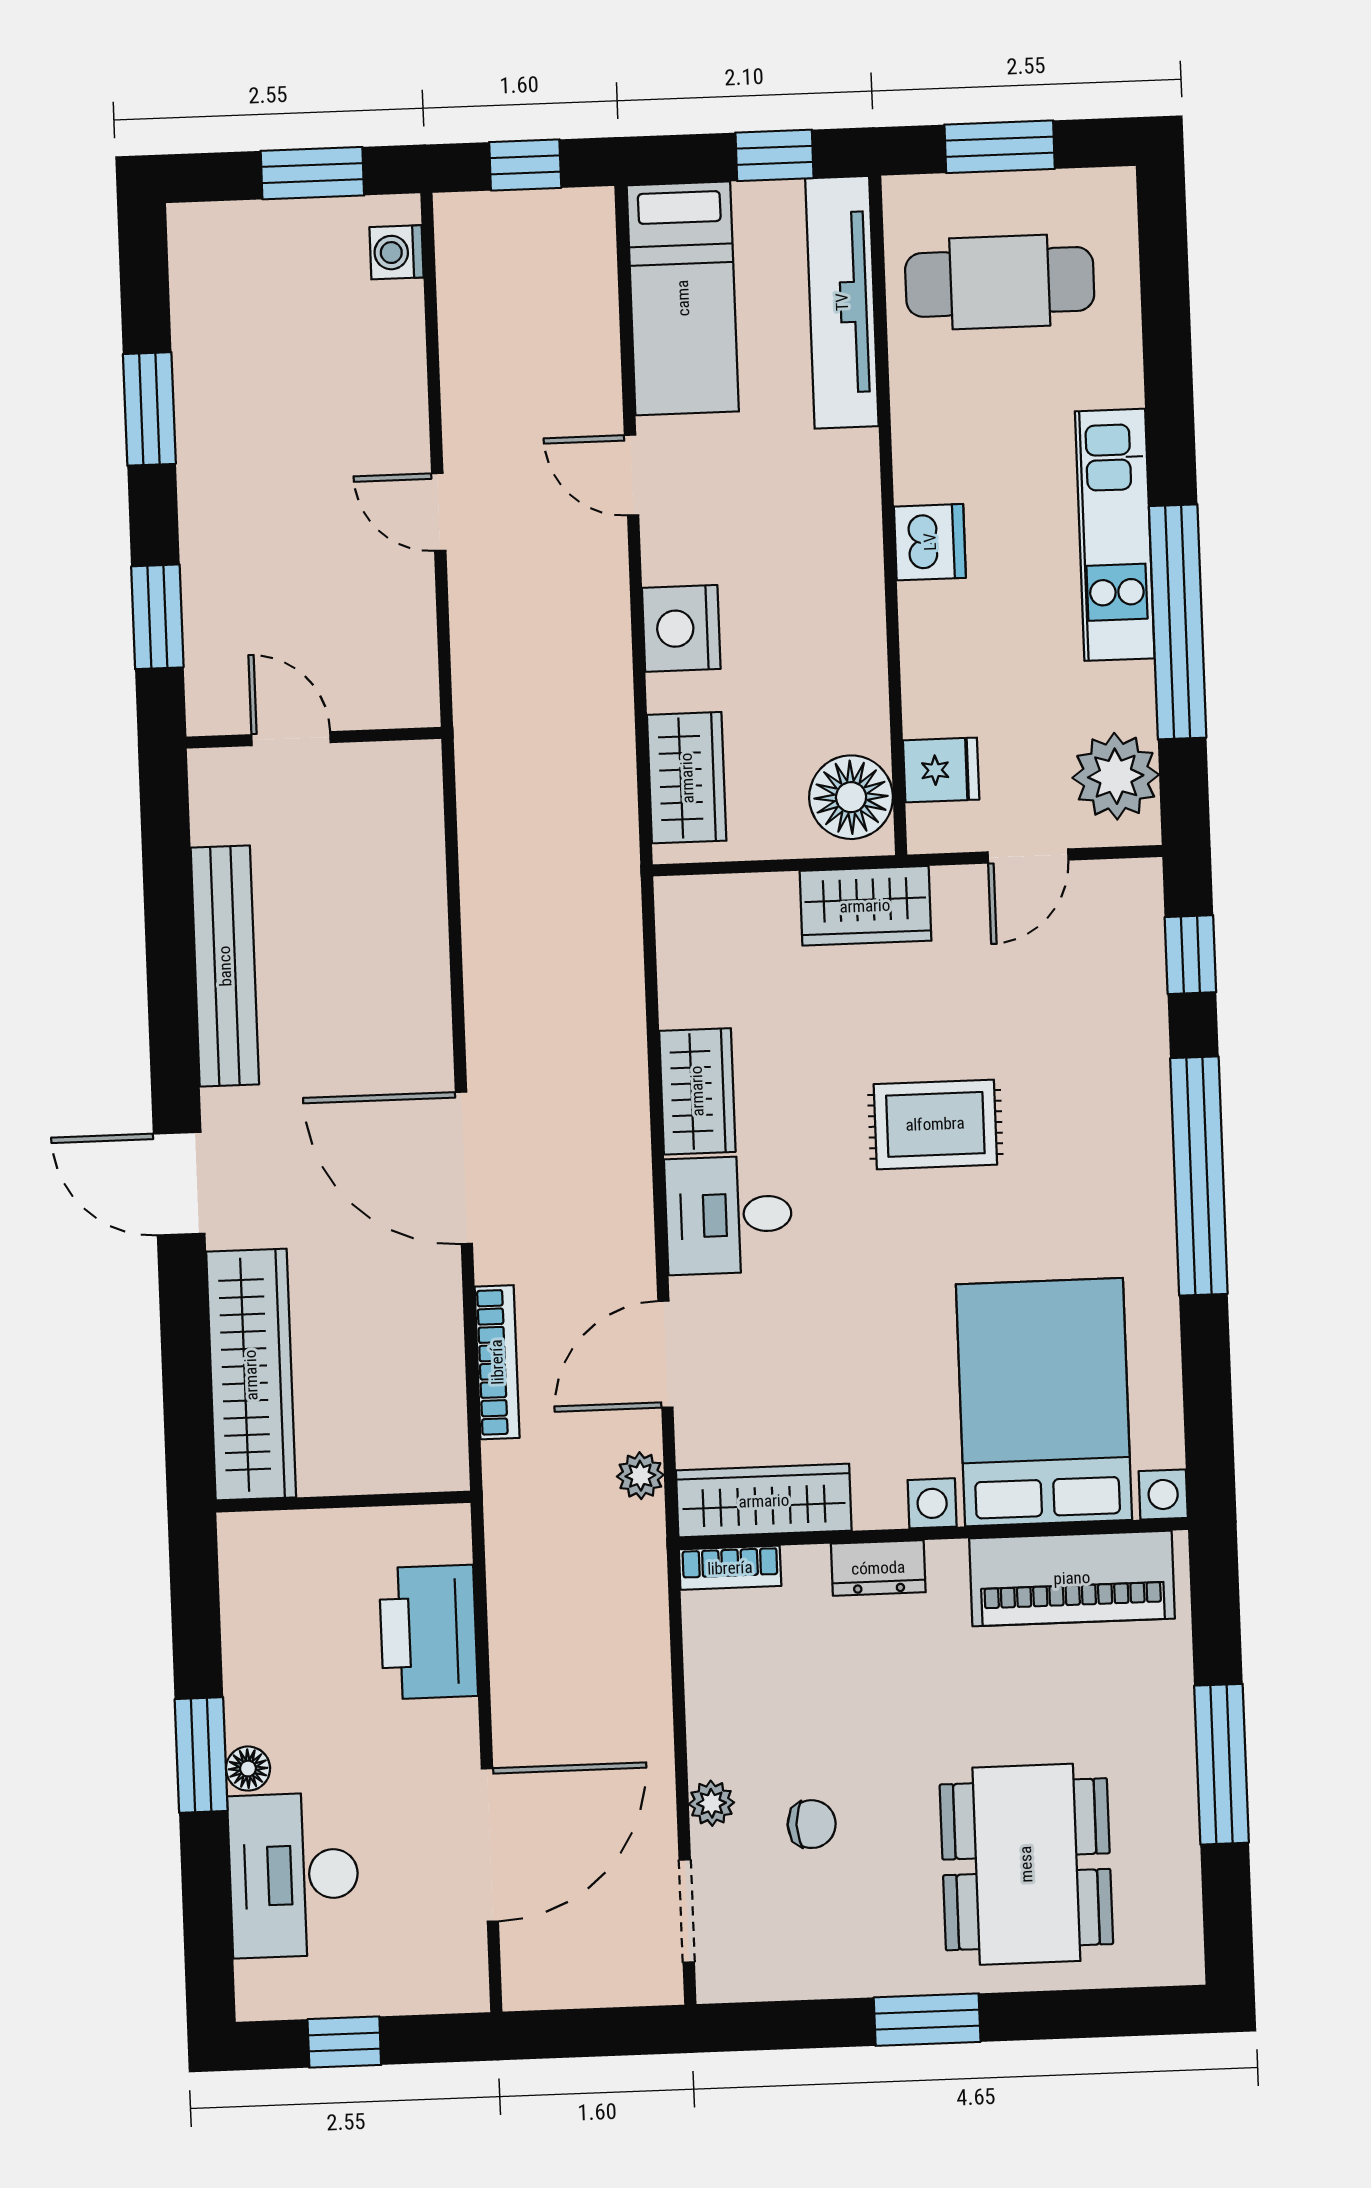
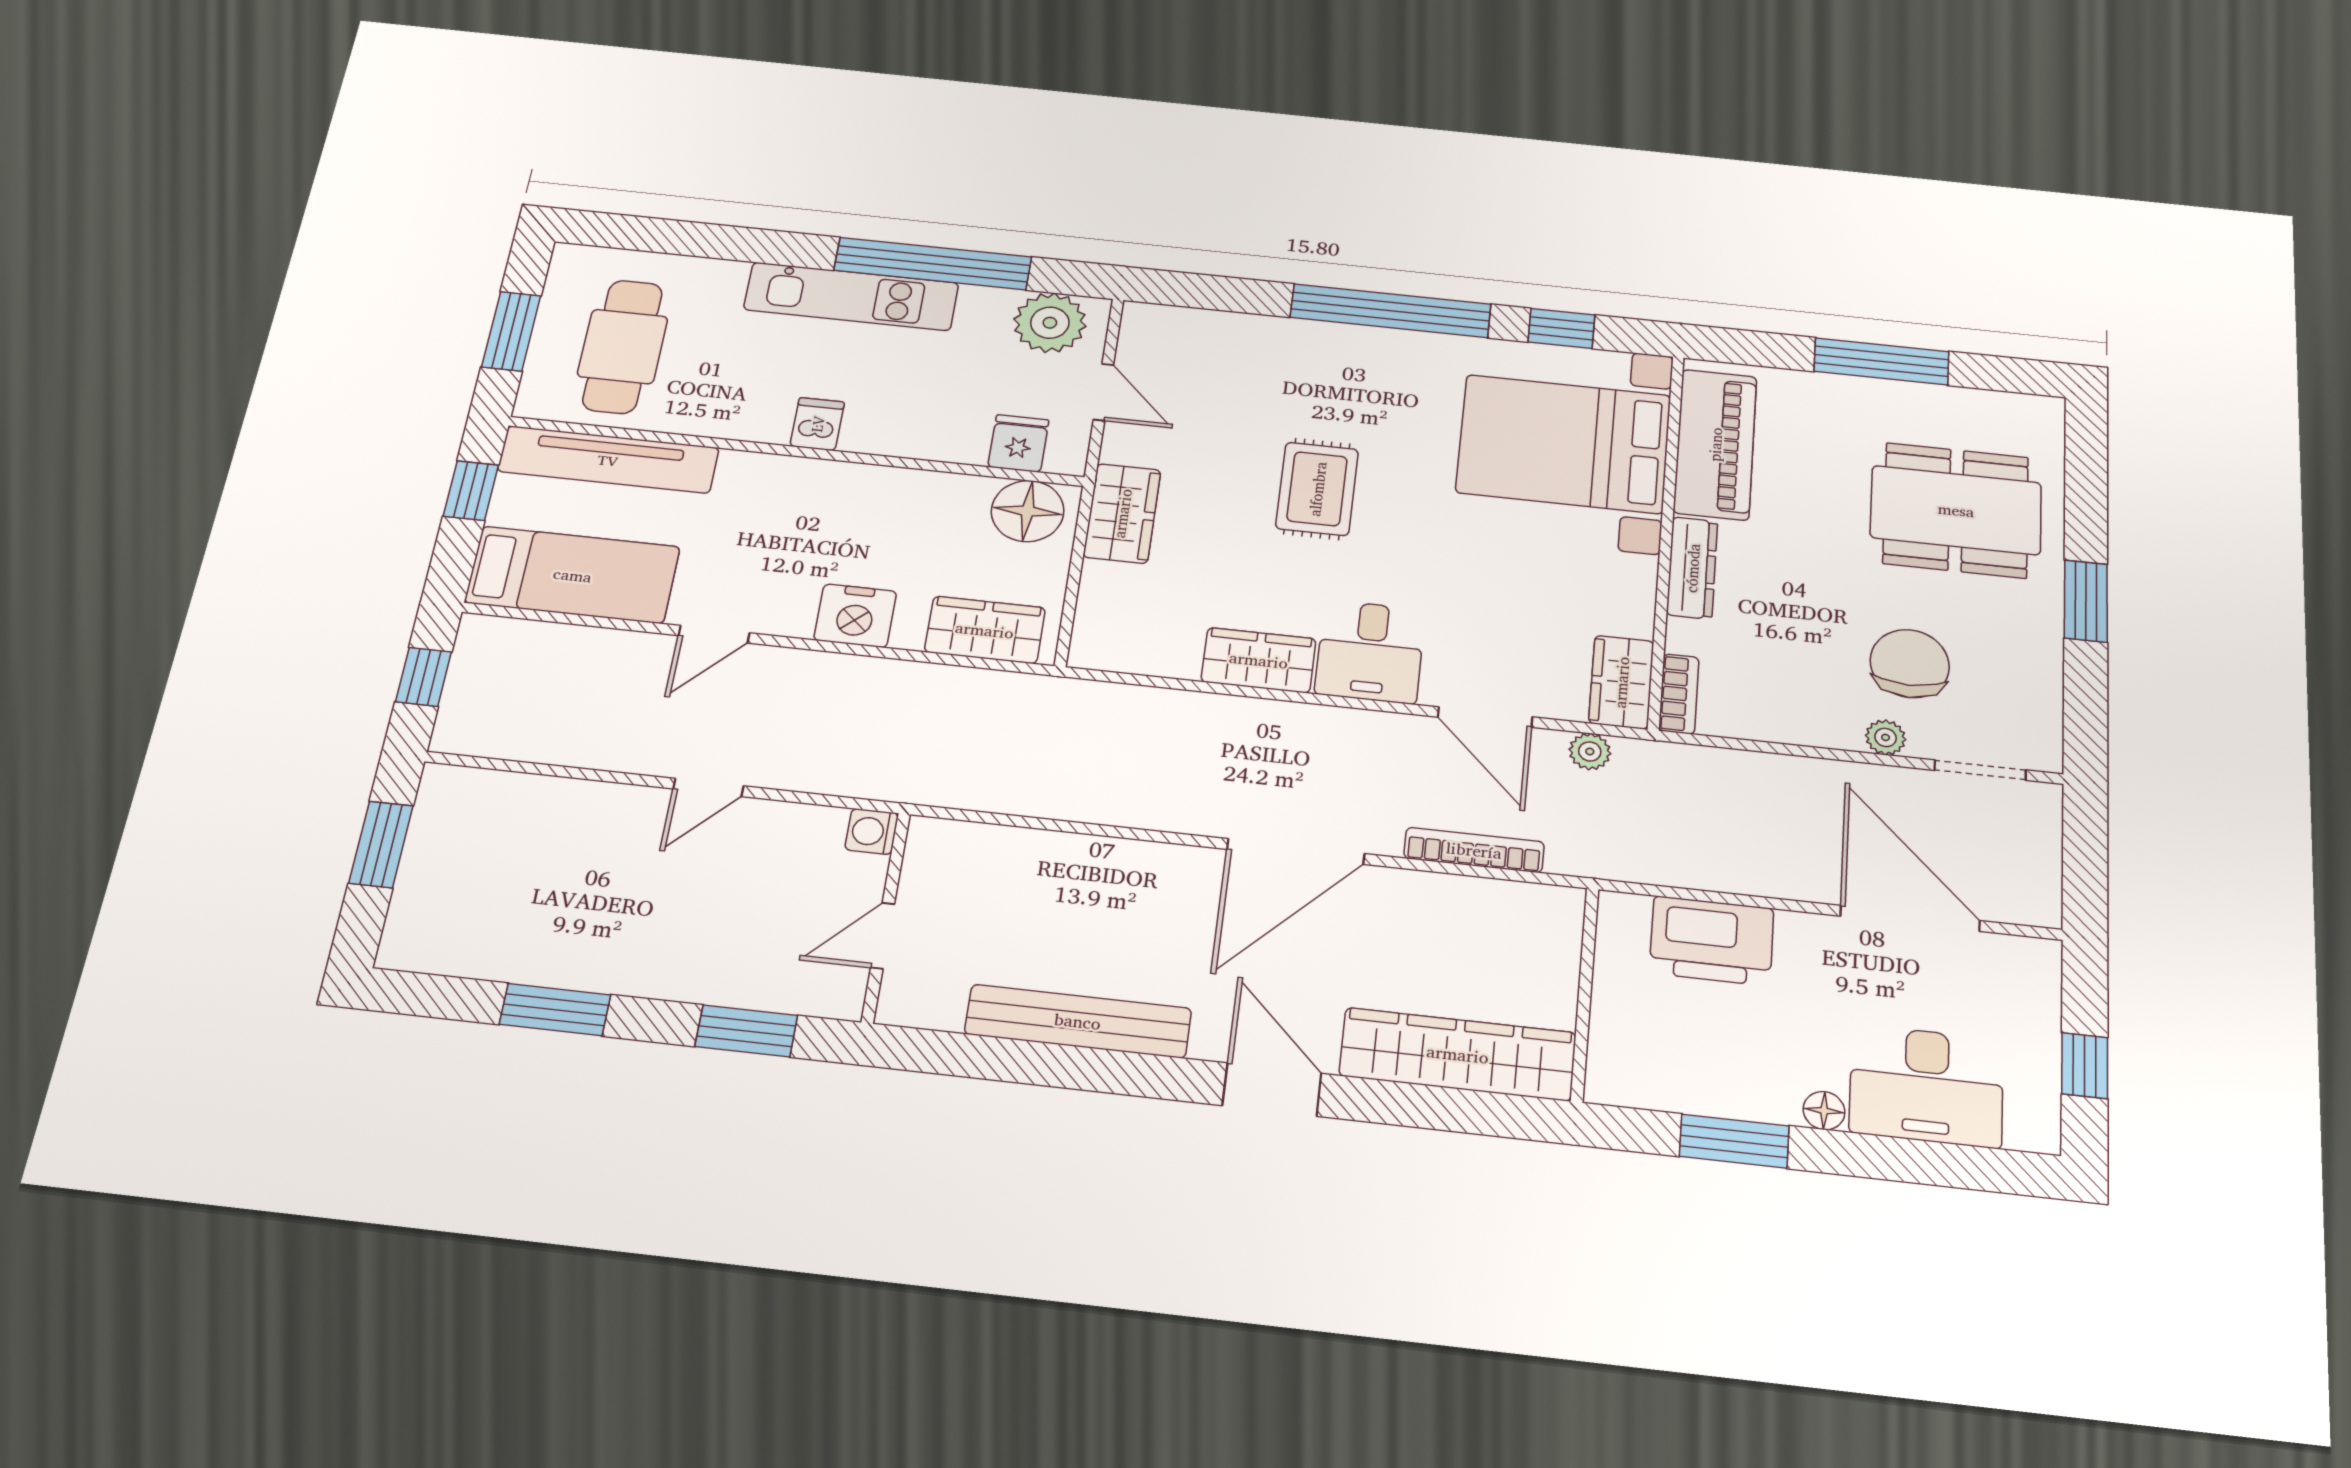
washing machine: (396, 252) -> (872, 831), moved, turned 90
dishwasher: (930, 542) -> (817, 424), width x0.73
window: (1190, 955) -> (1561, 328), moved
door: (179, 1184) -> (1272, 1090), swing flipped
wardrobe: (764, 1501) -> (1621, 682), width x0.67
dresser: (878, 1568) -> (1692, 568), width x1.44
window: (201, 1755) -> (1734, 1141), moved
chair: (812, 1824) -> (1910, 664), width x1.87, depth x1.87

